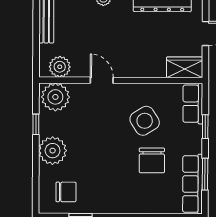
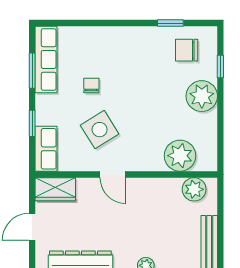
door: (102, 80) -> (113, 174), moved
plant: (55, 97) -> (180, 156), moved
window: (36, 124) -> (220, 67), moved
chair: (152, 160) -> (91, 86), width x0.54, depth x0.54

